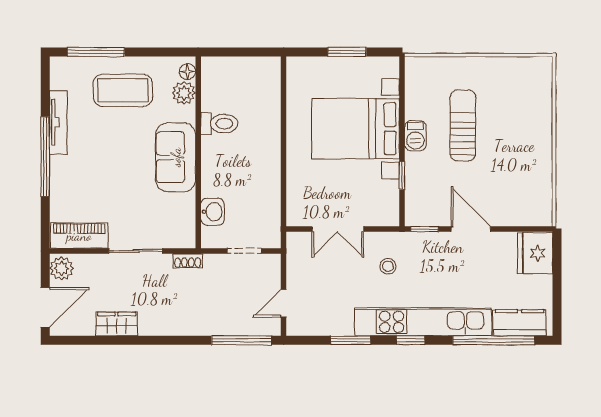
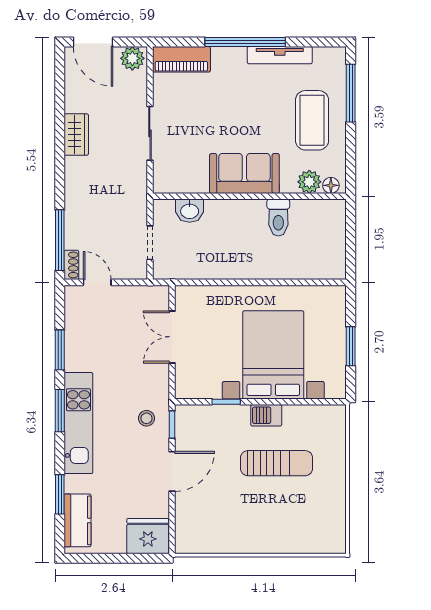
piano: (79, 236) -> (181, 59), moved, turned 90
shoe rack: (188, 261) -> (71, 265), moved, turned 180
stool: (388, 266) -> (147, 418), moved
kitchen unit: (423, 322) -> (78, 423), width x0.73
wardrobe: (117, 324) -> (76, 135), moved
window: (411, 340) -> (60, 411), width x1.50
window: (494, 340) -> (60, 494), width x0.47

